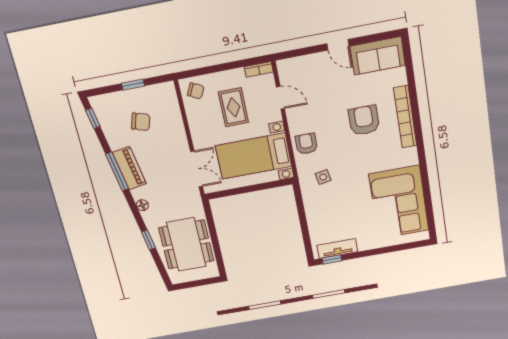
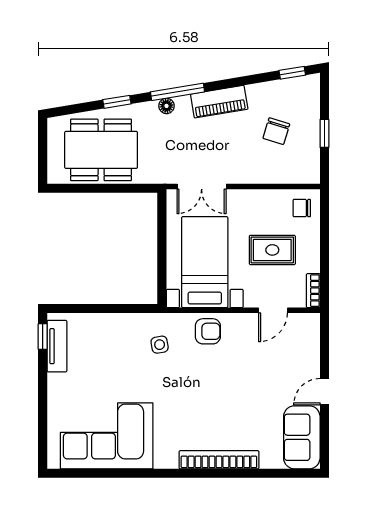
chair: (196, 91) -> (302, 208), turned 63
armchair: (364, 120) -> (224, 408), removed
window: (117, 171) -> (178, 92), moved

